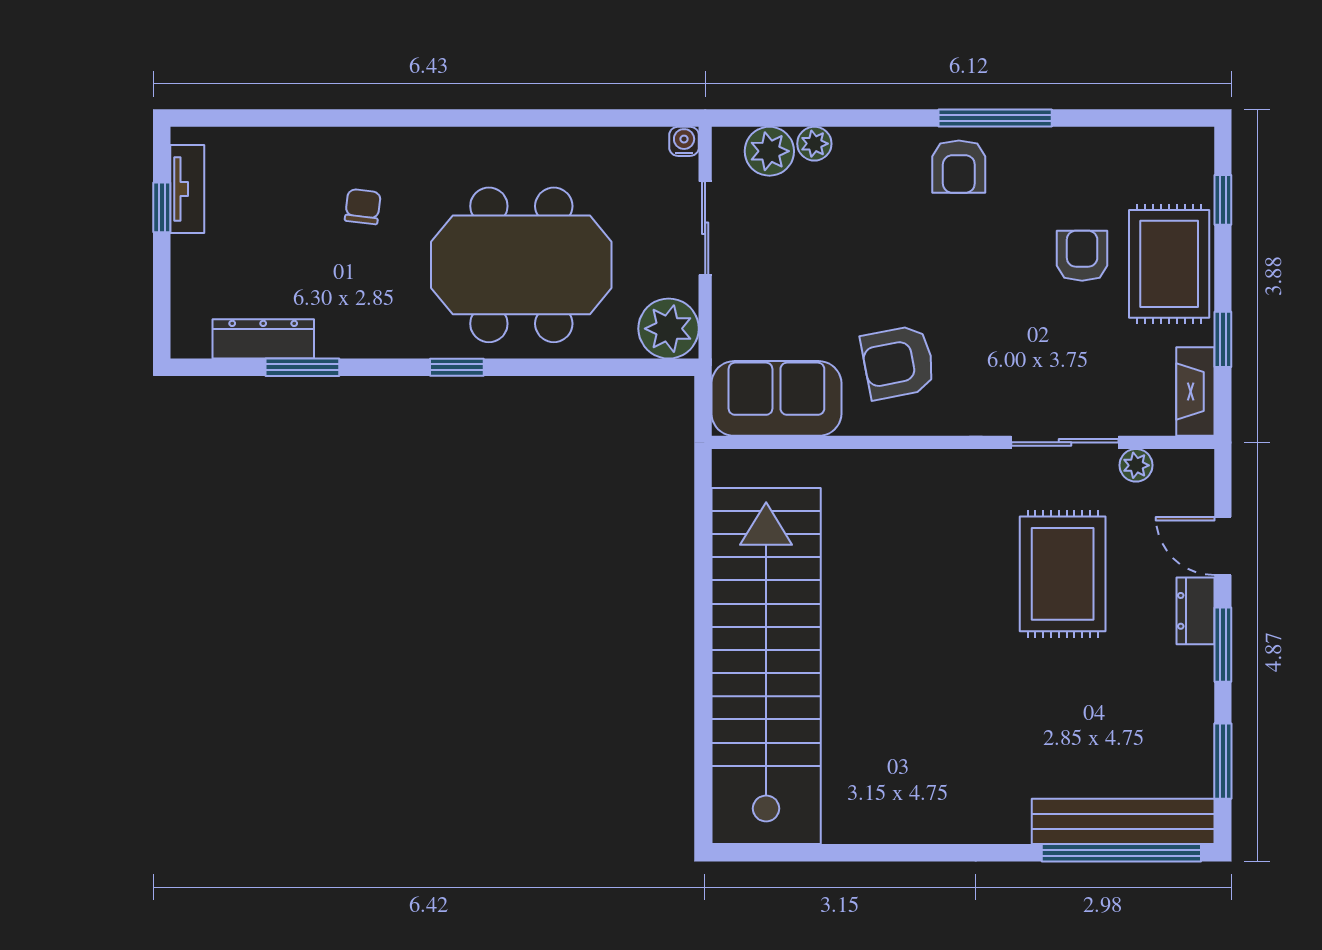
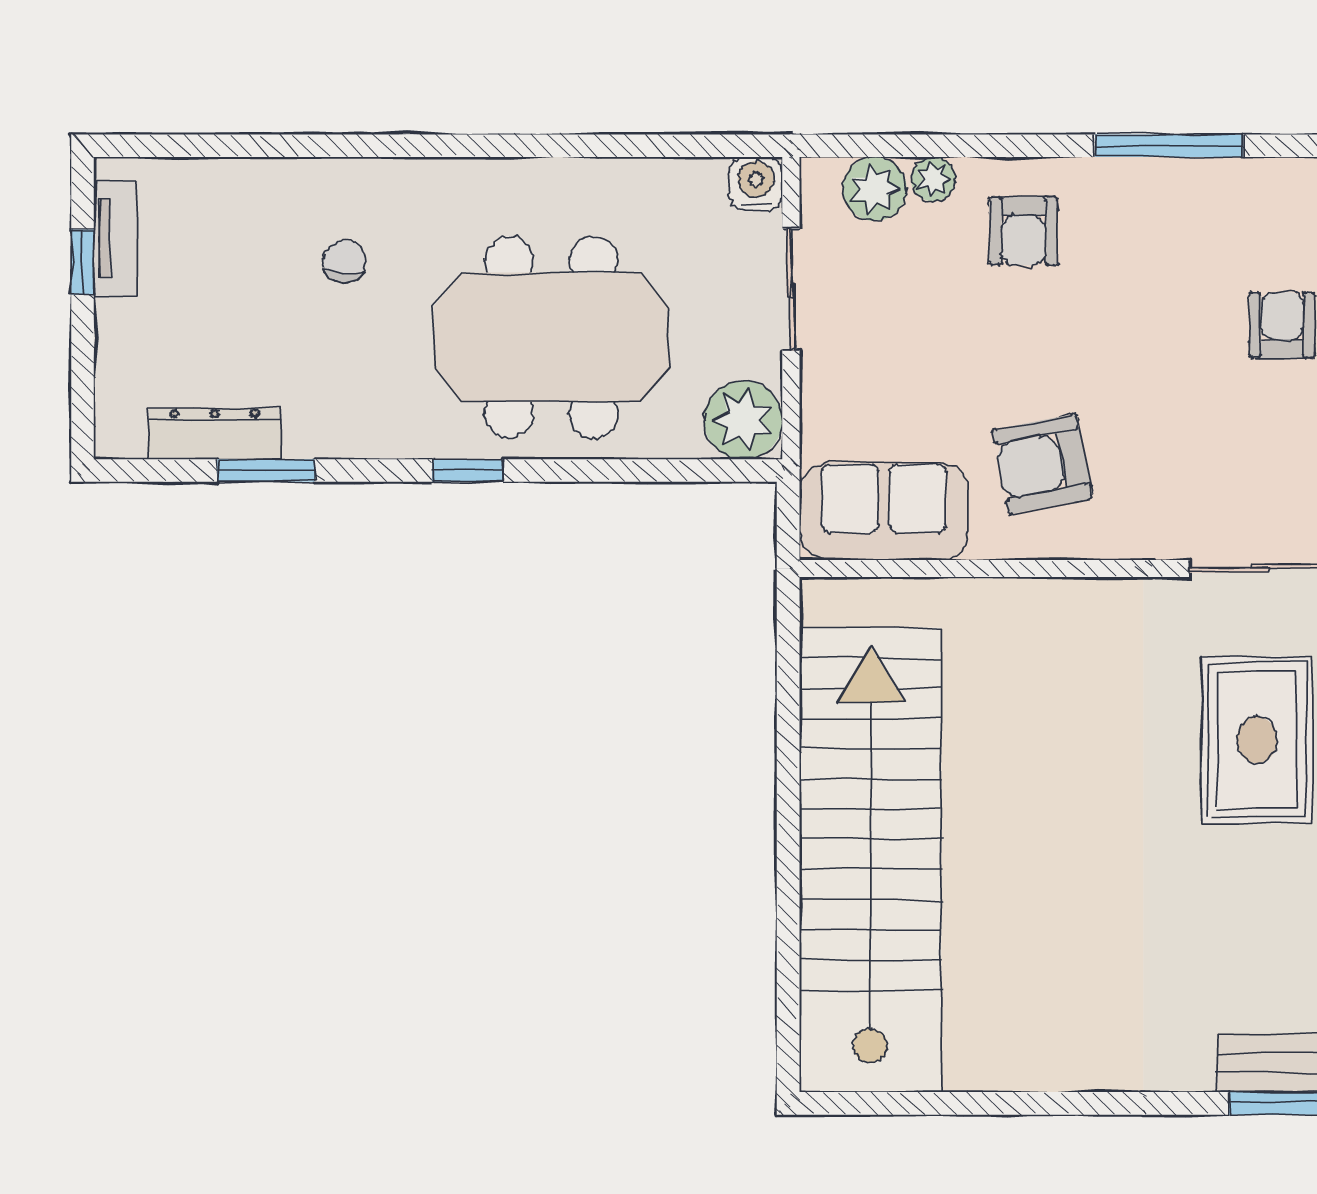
water cooler: (684, 141) -> (756, 183), width x1.38, depth x1.38
armchair: (959, 167) -> (1023, 231), moved

